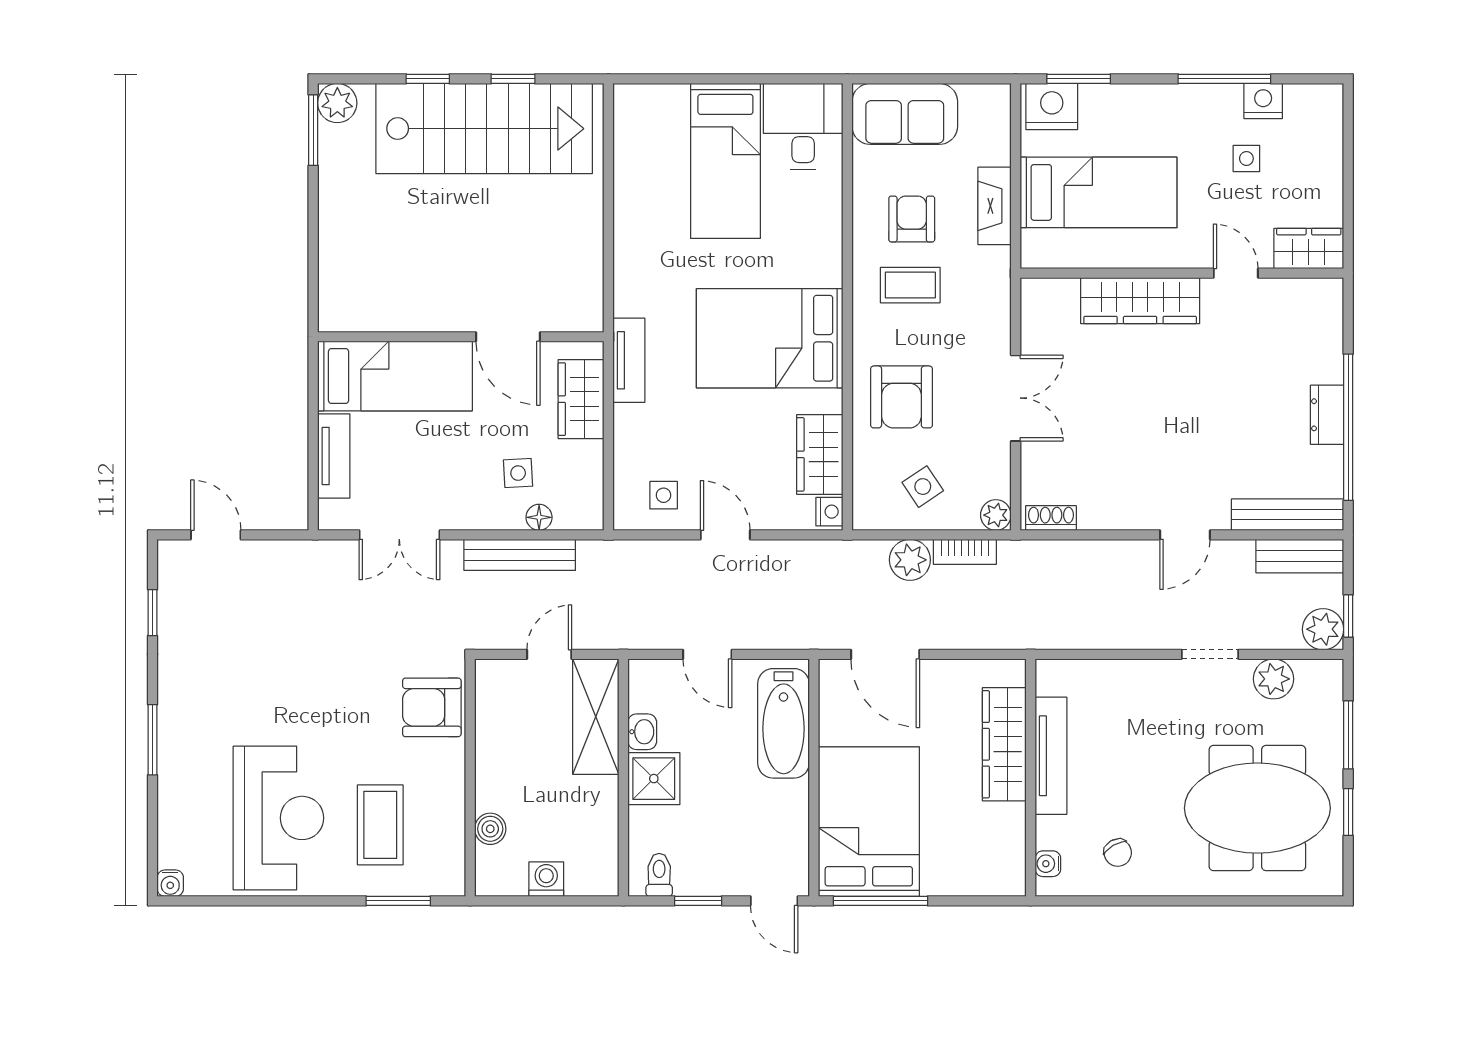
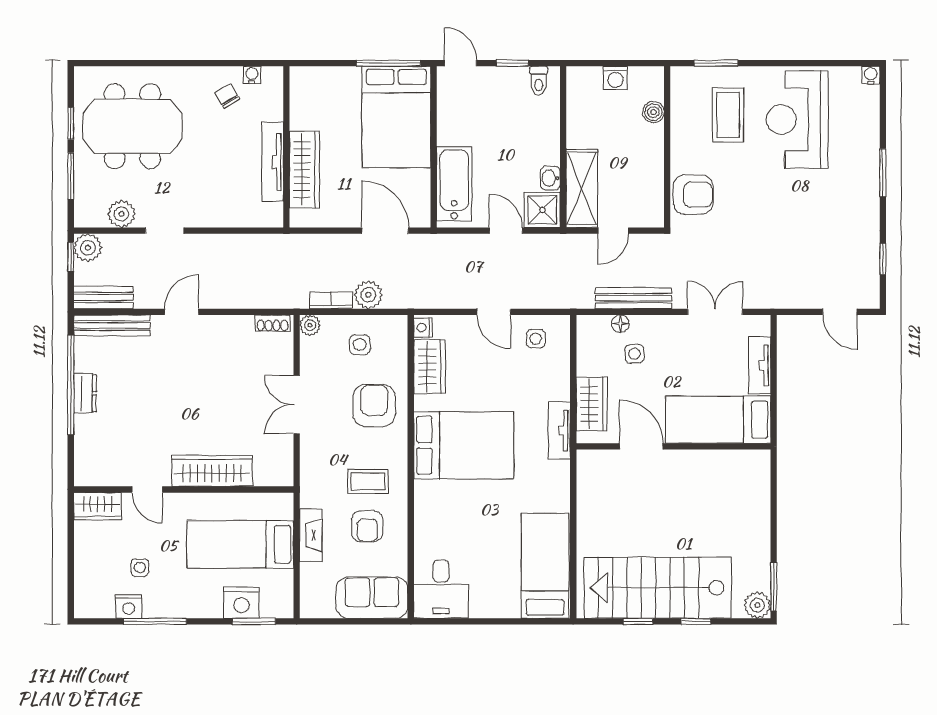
nightstand: (1052, 107) -> (241, 603), moved
bed: (725, 161) -> (545, 566), moved
side table: (923, 487) -> (360, 345), turned 34
shower: (654, 779) -> (542, 210), moved
water cooler: (1048, 864) -> (252, 75), moved, turned -90

